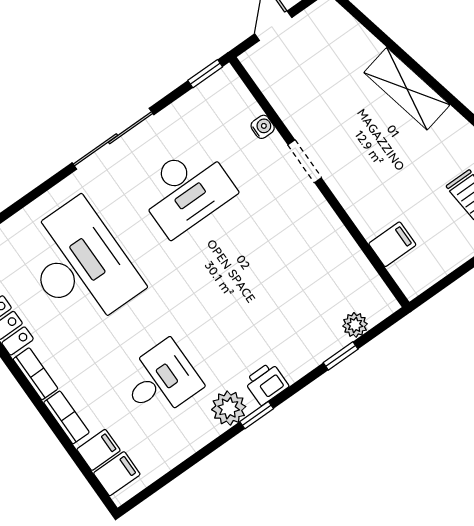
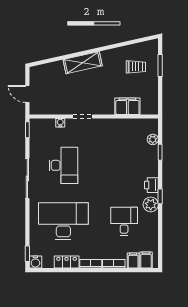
filing cabinet: (392, 244) -> (127, 106), width x2.00

